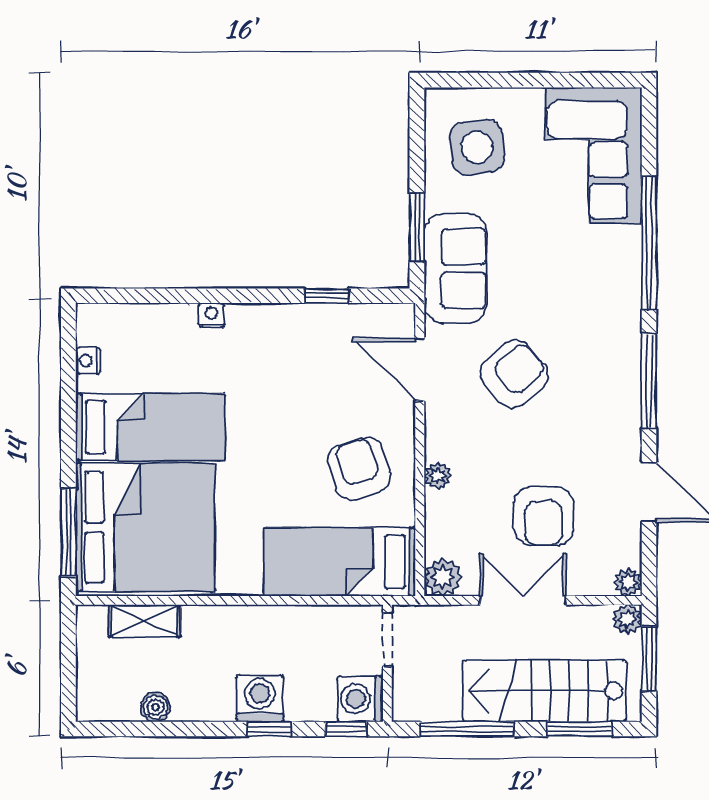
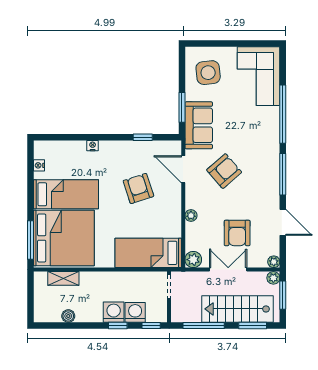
armchair: (359, 468) -> (138, 188), moved
washing machine: (360, 699) -> (135, 312), moved, turned 90

